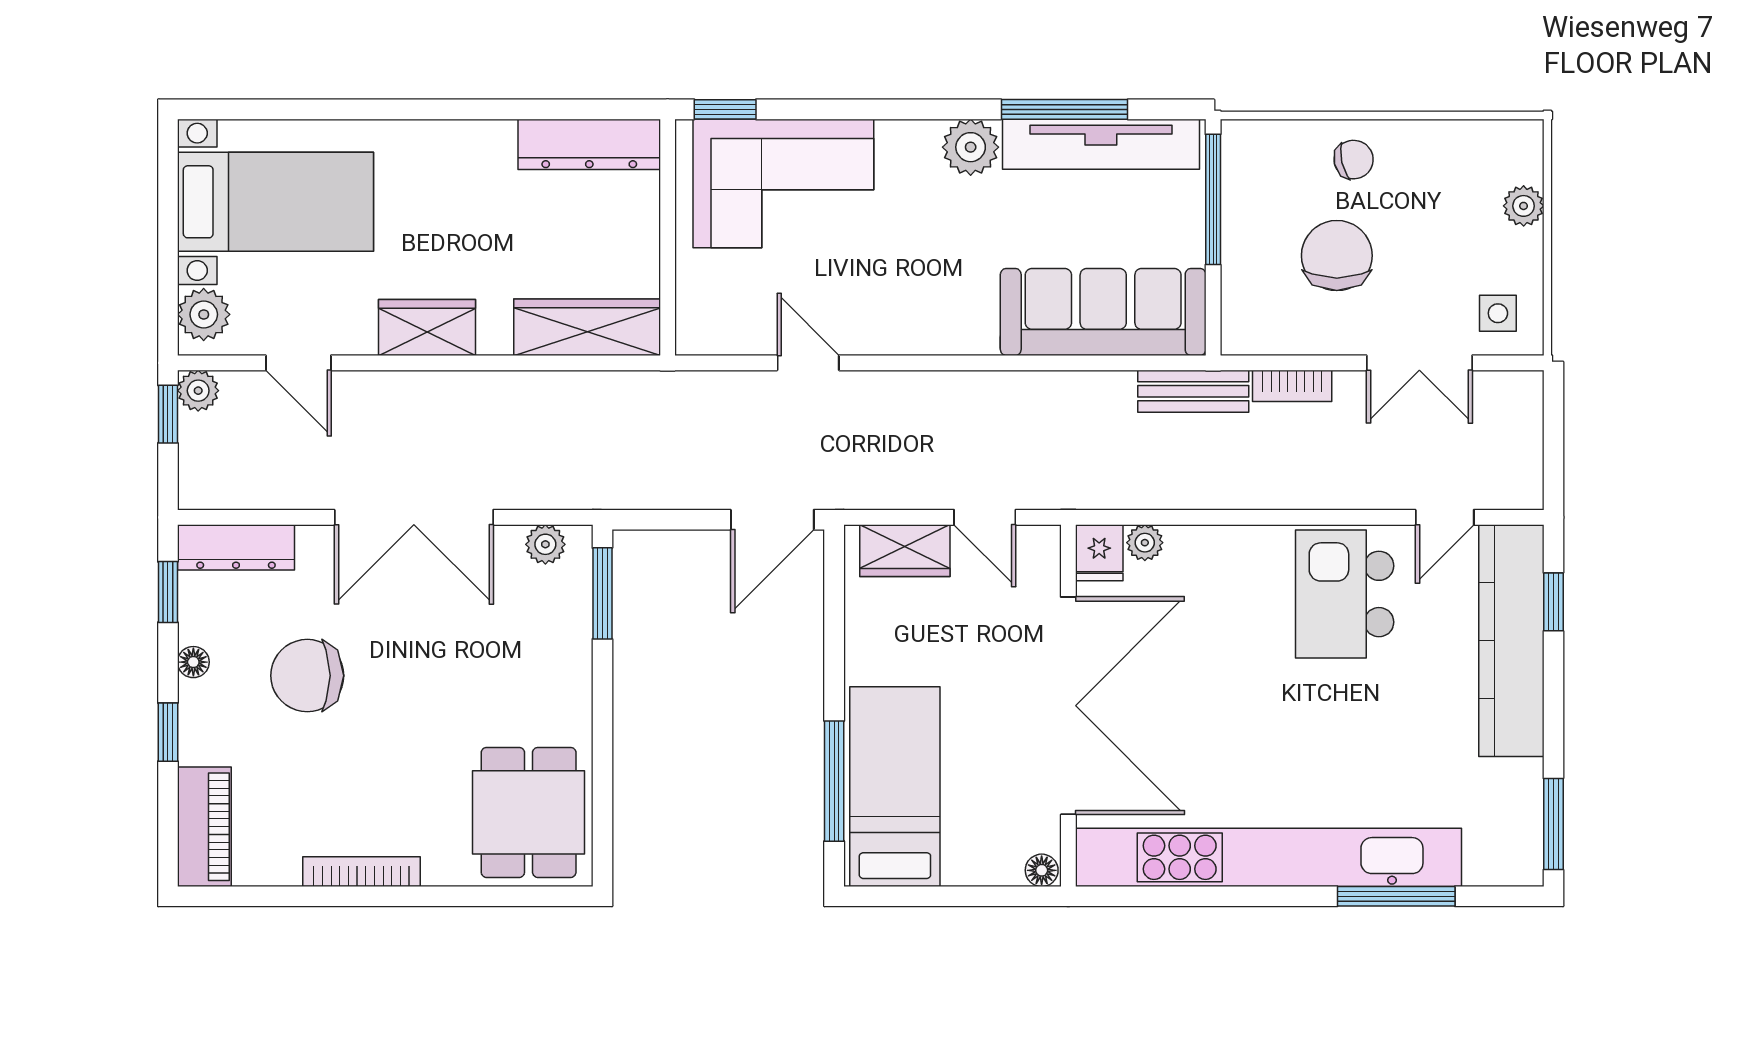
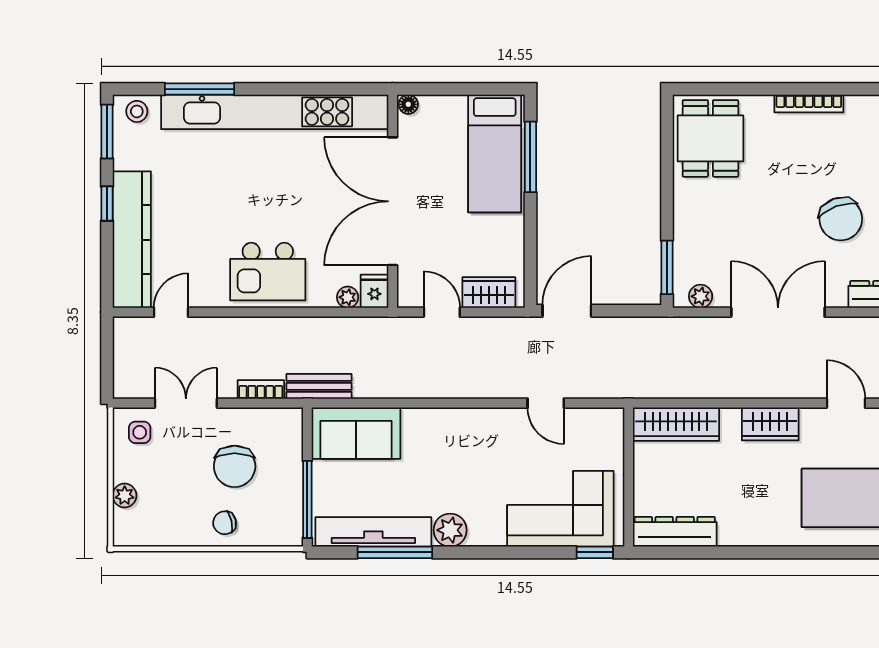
sofa: (1103, 312) -> (356, 433), width x0.73
kitchen island: (1345, 594) -> (268, 272), moved, turned 90
window: (1553, 602) -> (107, 204), moved
chair: (307, 676) -> (841, 219), turned 70
stool: (1503, 858) -> (137, 111), added

